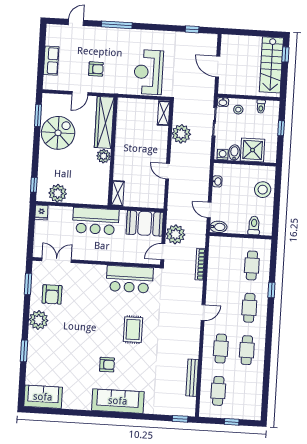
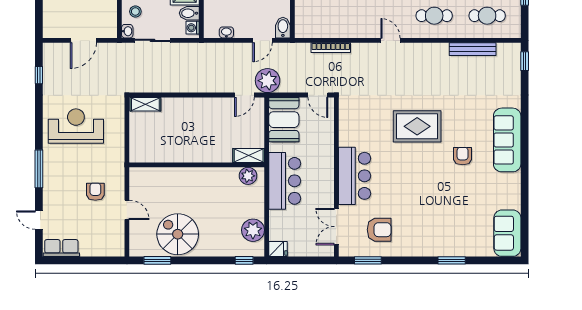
row of seats: (51, 61) -> (61, 248), moved
reception desk: (148, 72) -> (76, 126), moved, turned 180
wardrobe: (104, 122) -> (161, 177), removed
plant: (181, 134) -> (170, 81), removed
plant: (104, 156) -> (248, 176), moved
door: (168, 171) -> (244, 95), moved
plant: (175, 234) -> (268, 81), moved
bar counter: (130, 279) -> (355, 176), moved
plant: (39, 320) -> (412, 245), removed
rug: (133, 330) -> (417, 126), width x1.36, depth x1.43

